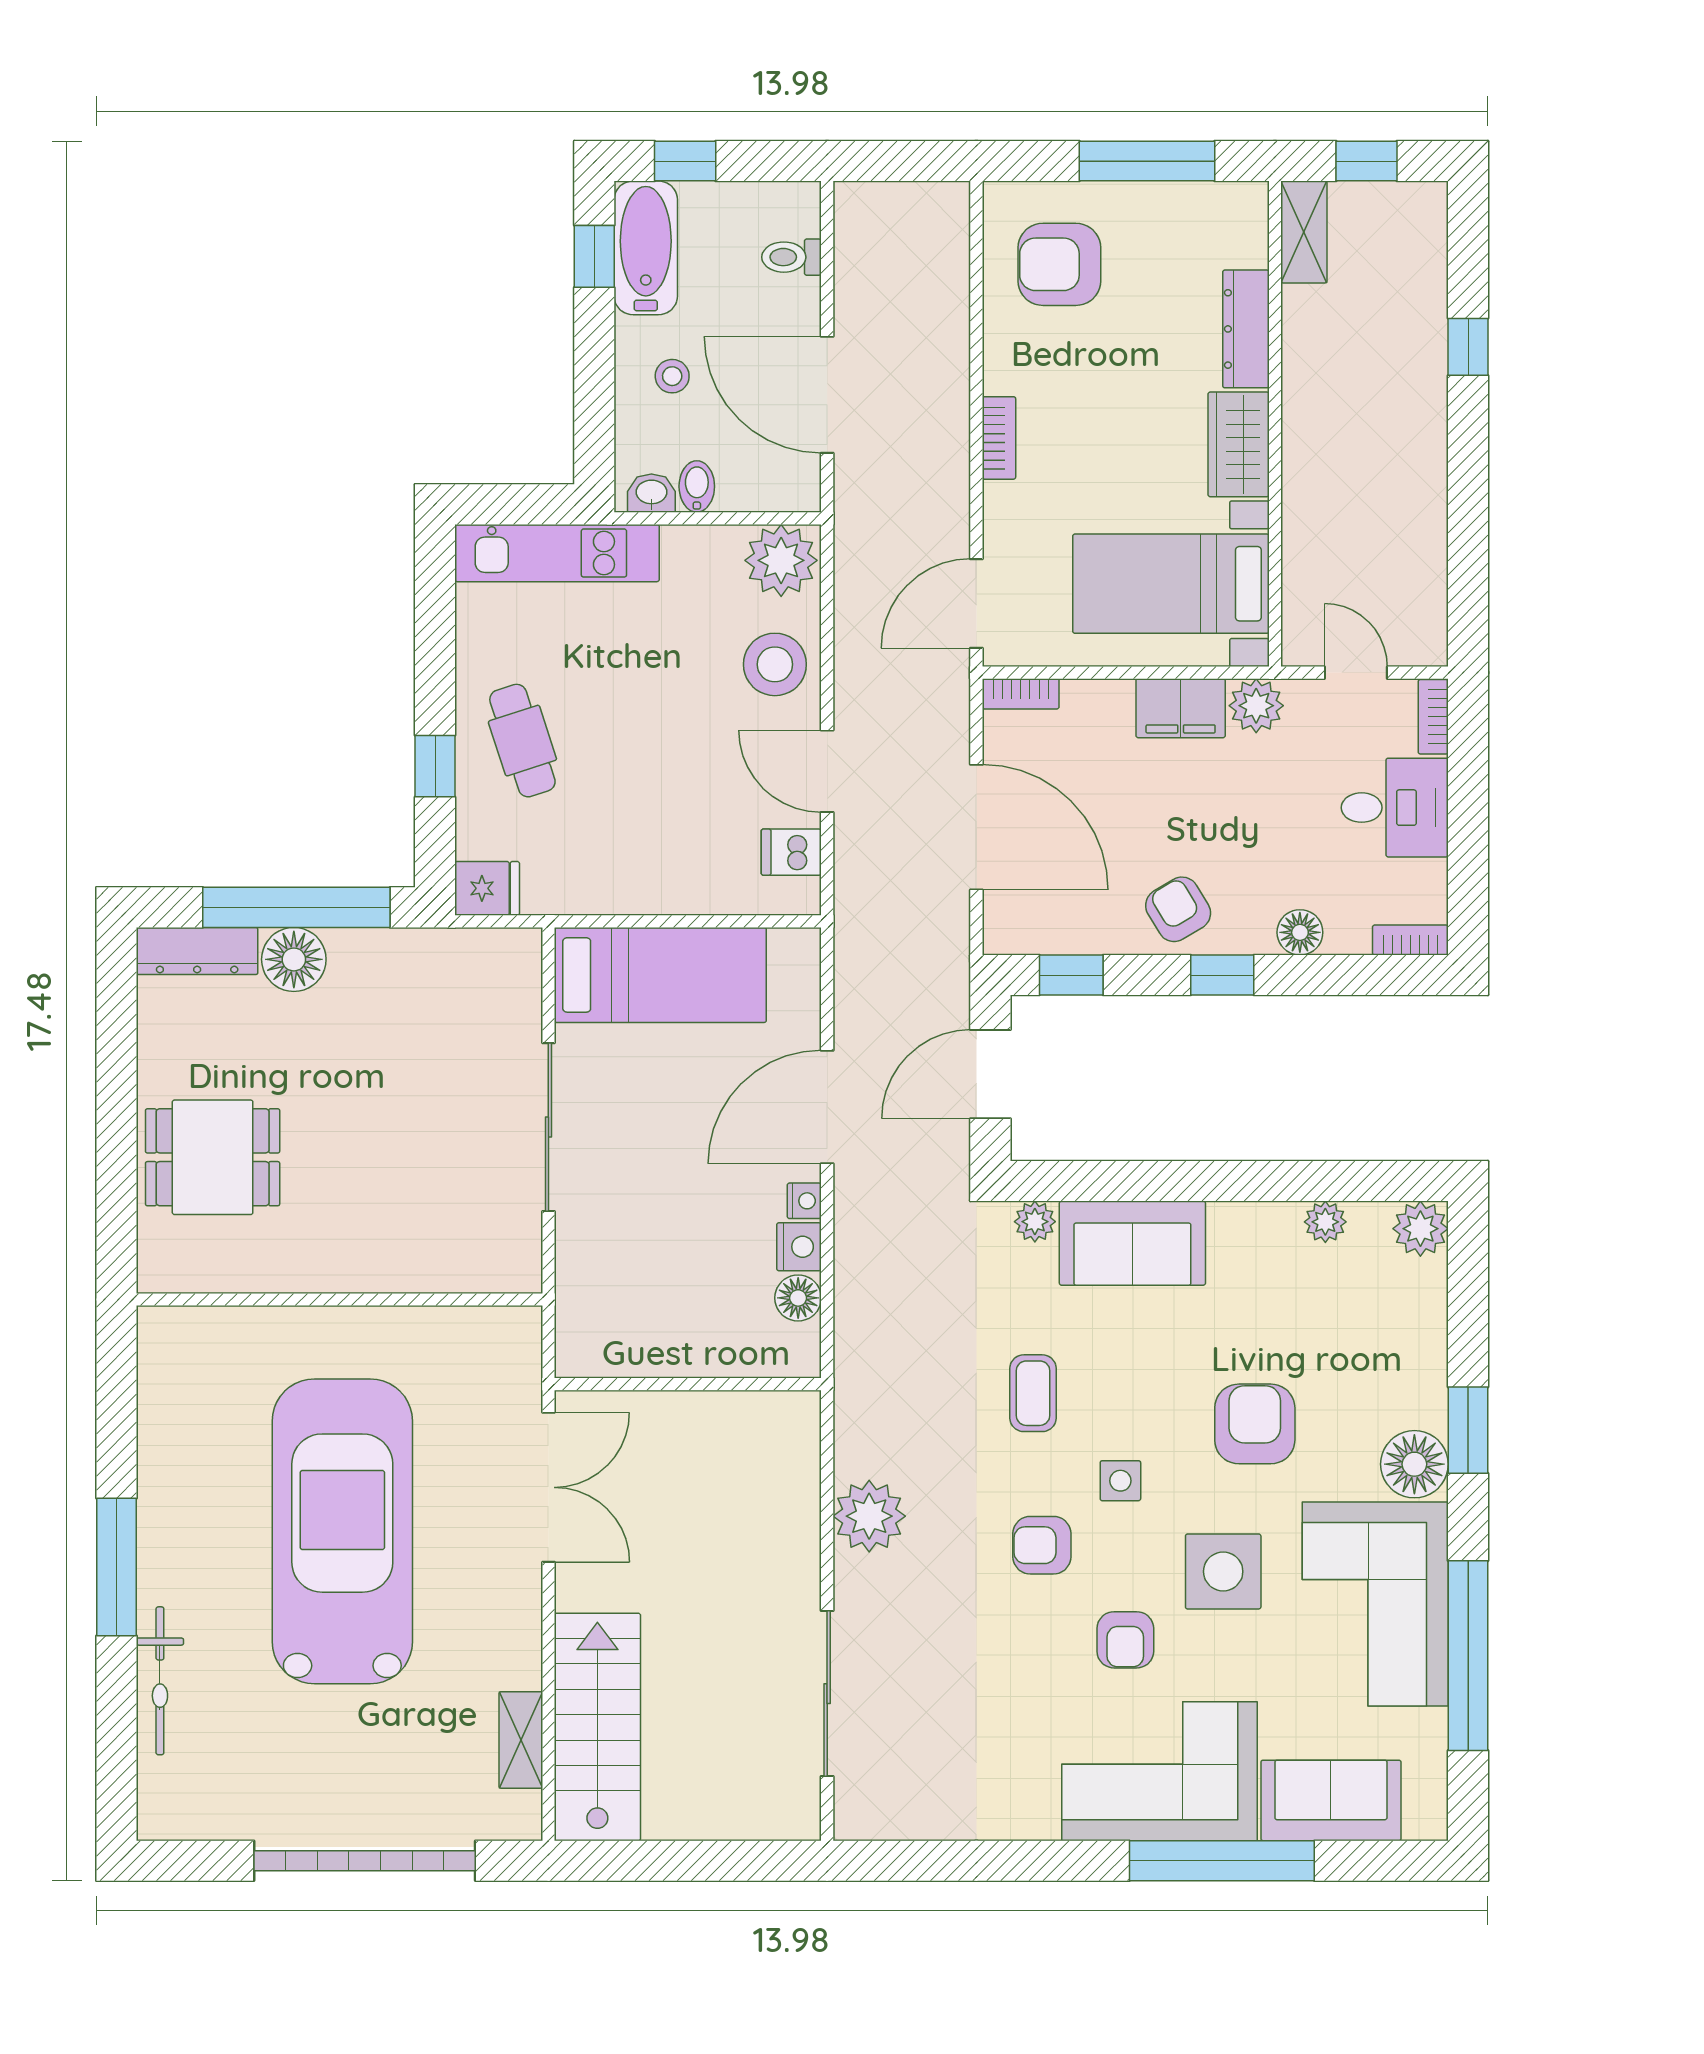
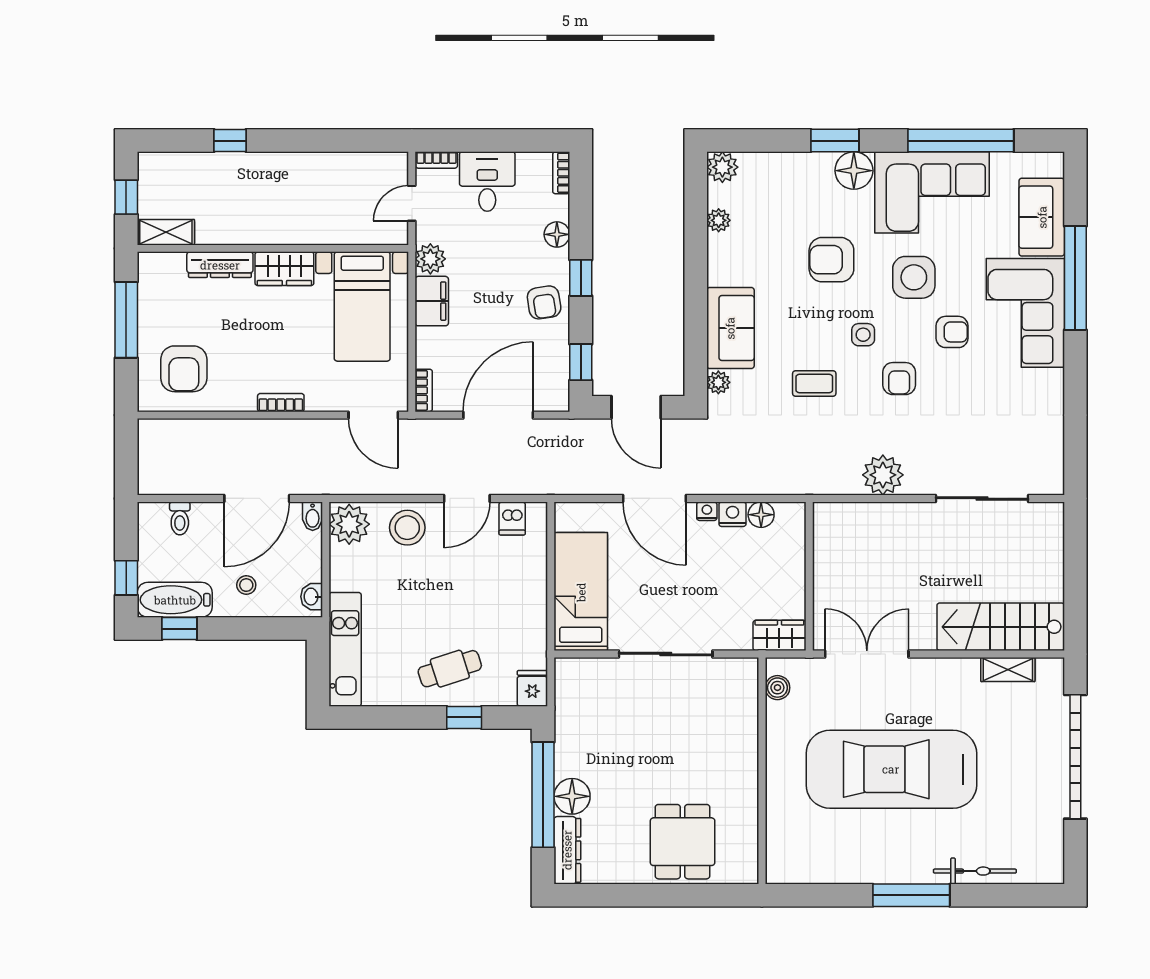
bidet: (697, 486) -> (313, 516), moved, turned -90
armchair: (1178, 909) -> (544, 302), turned -68
boiler: (488, 1327) -> (777, 688), added
wardrobe: (582, 1331) -> (779, 635), added

